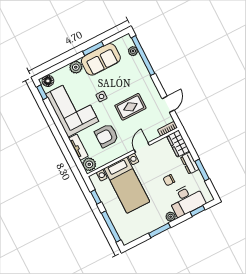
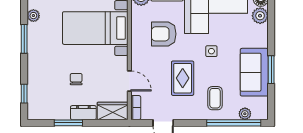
plant: (76, 67) -> (260, 16), moved
coffee table: (133, 77) -> (215, 98), added
armchair: (107, 136) -> (164, 34), turned -90
door: (142, 148) -> (129, 81), moved
desk: (186, 200) -> (43, 88), removed
plant: (171, 217) -> (33, 16), moved

